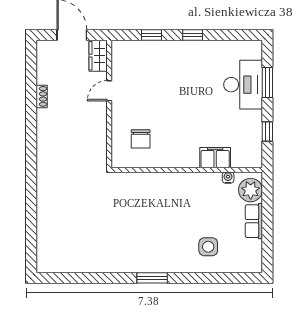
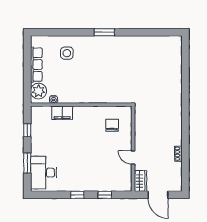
desk: (243, 85) -> (43, 173), moved
door: (109, 91) -> (133, 158), swing flipped
row of seats: (254, 221) -> (36, 65), width x1.48

